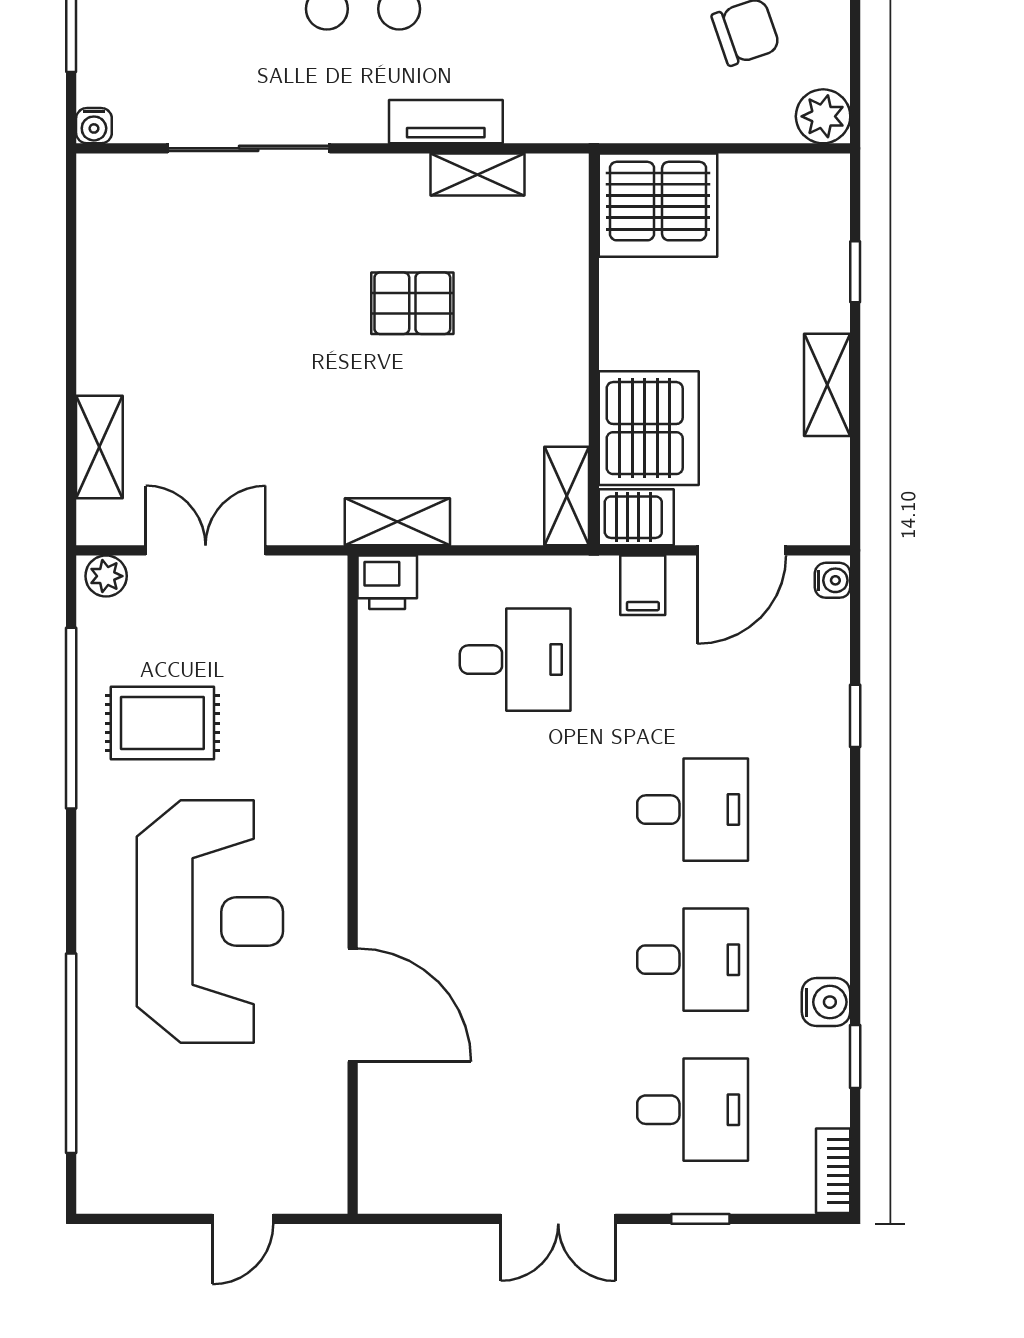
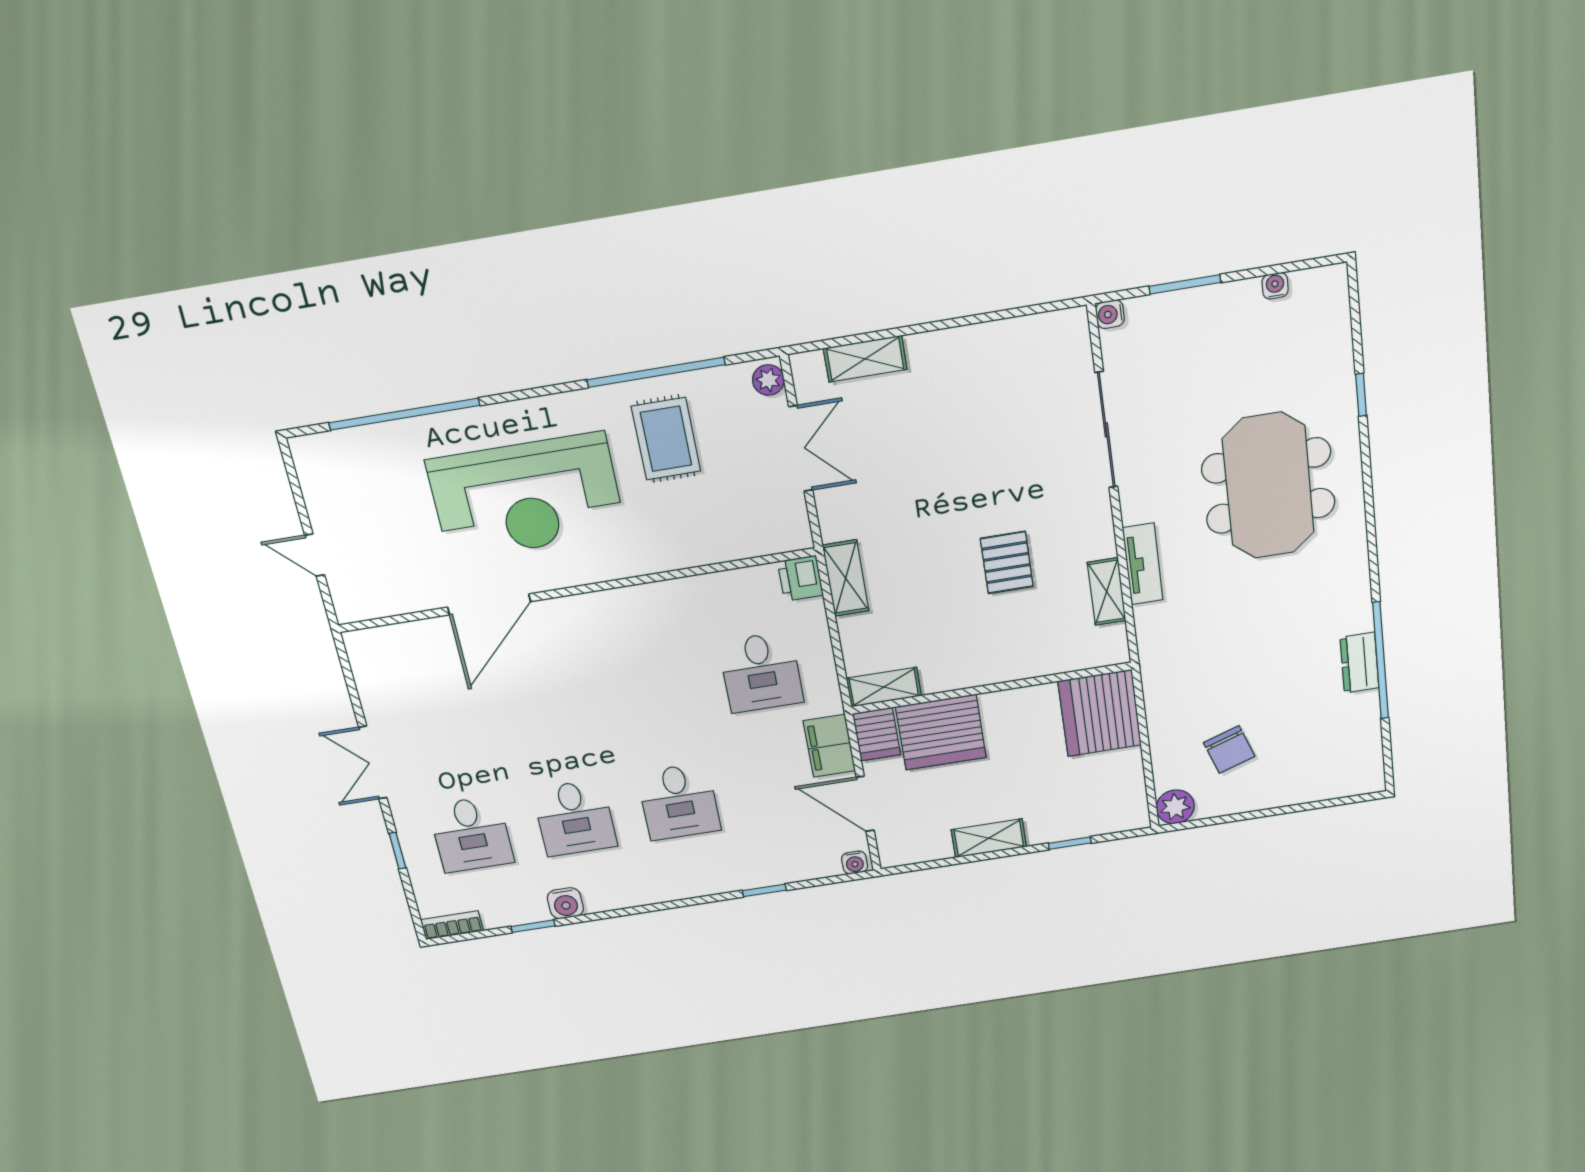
filing cabinet: (643, 585) -> (829, 746), width x2.00

